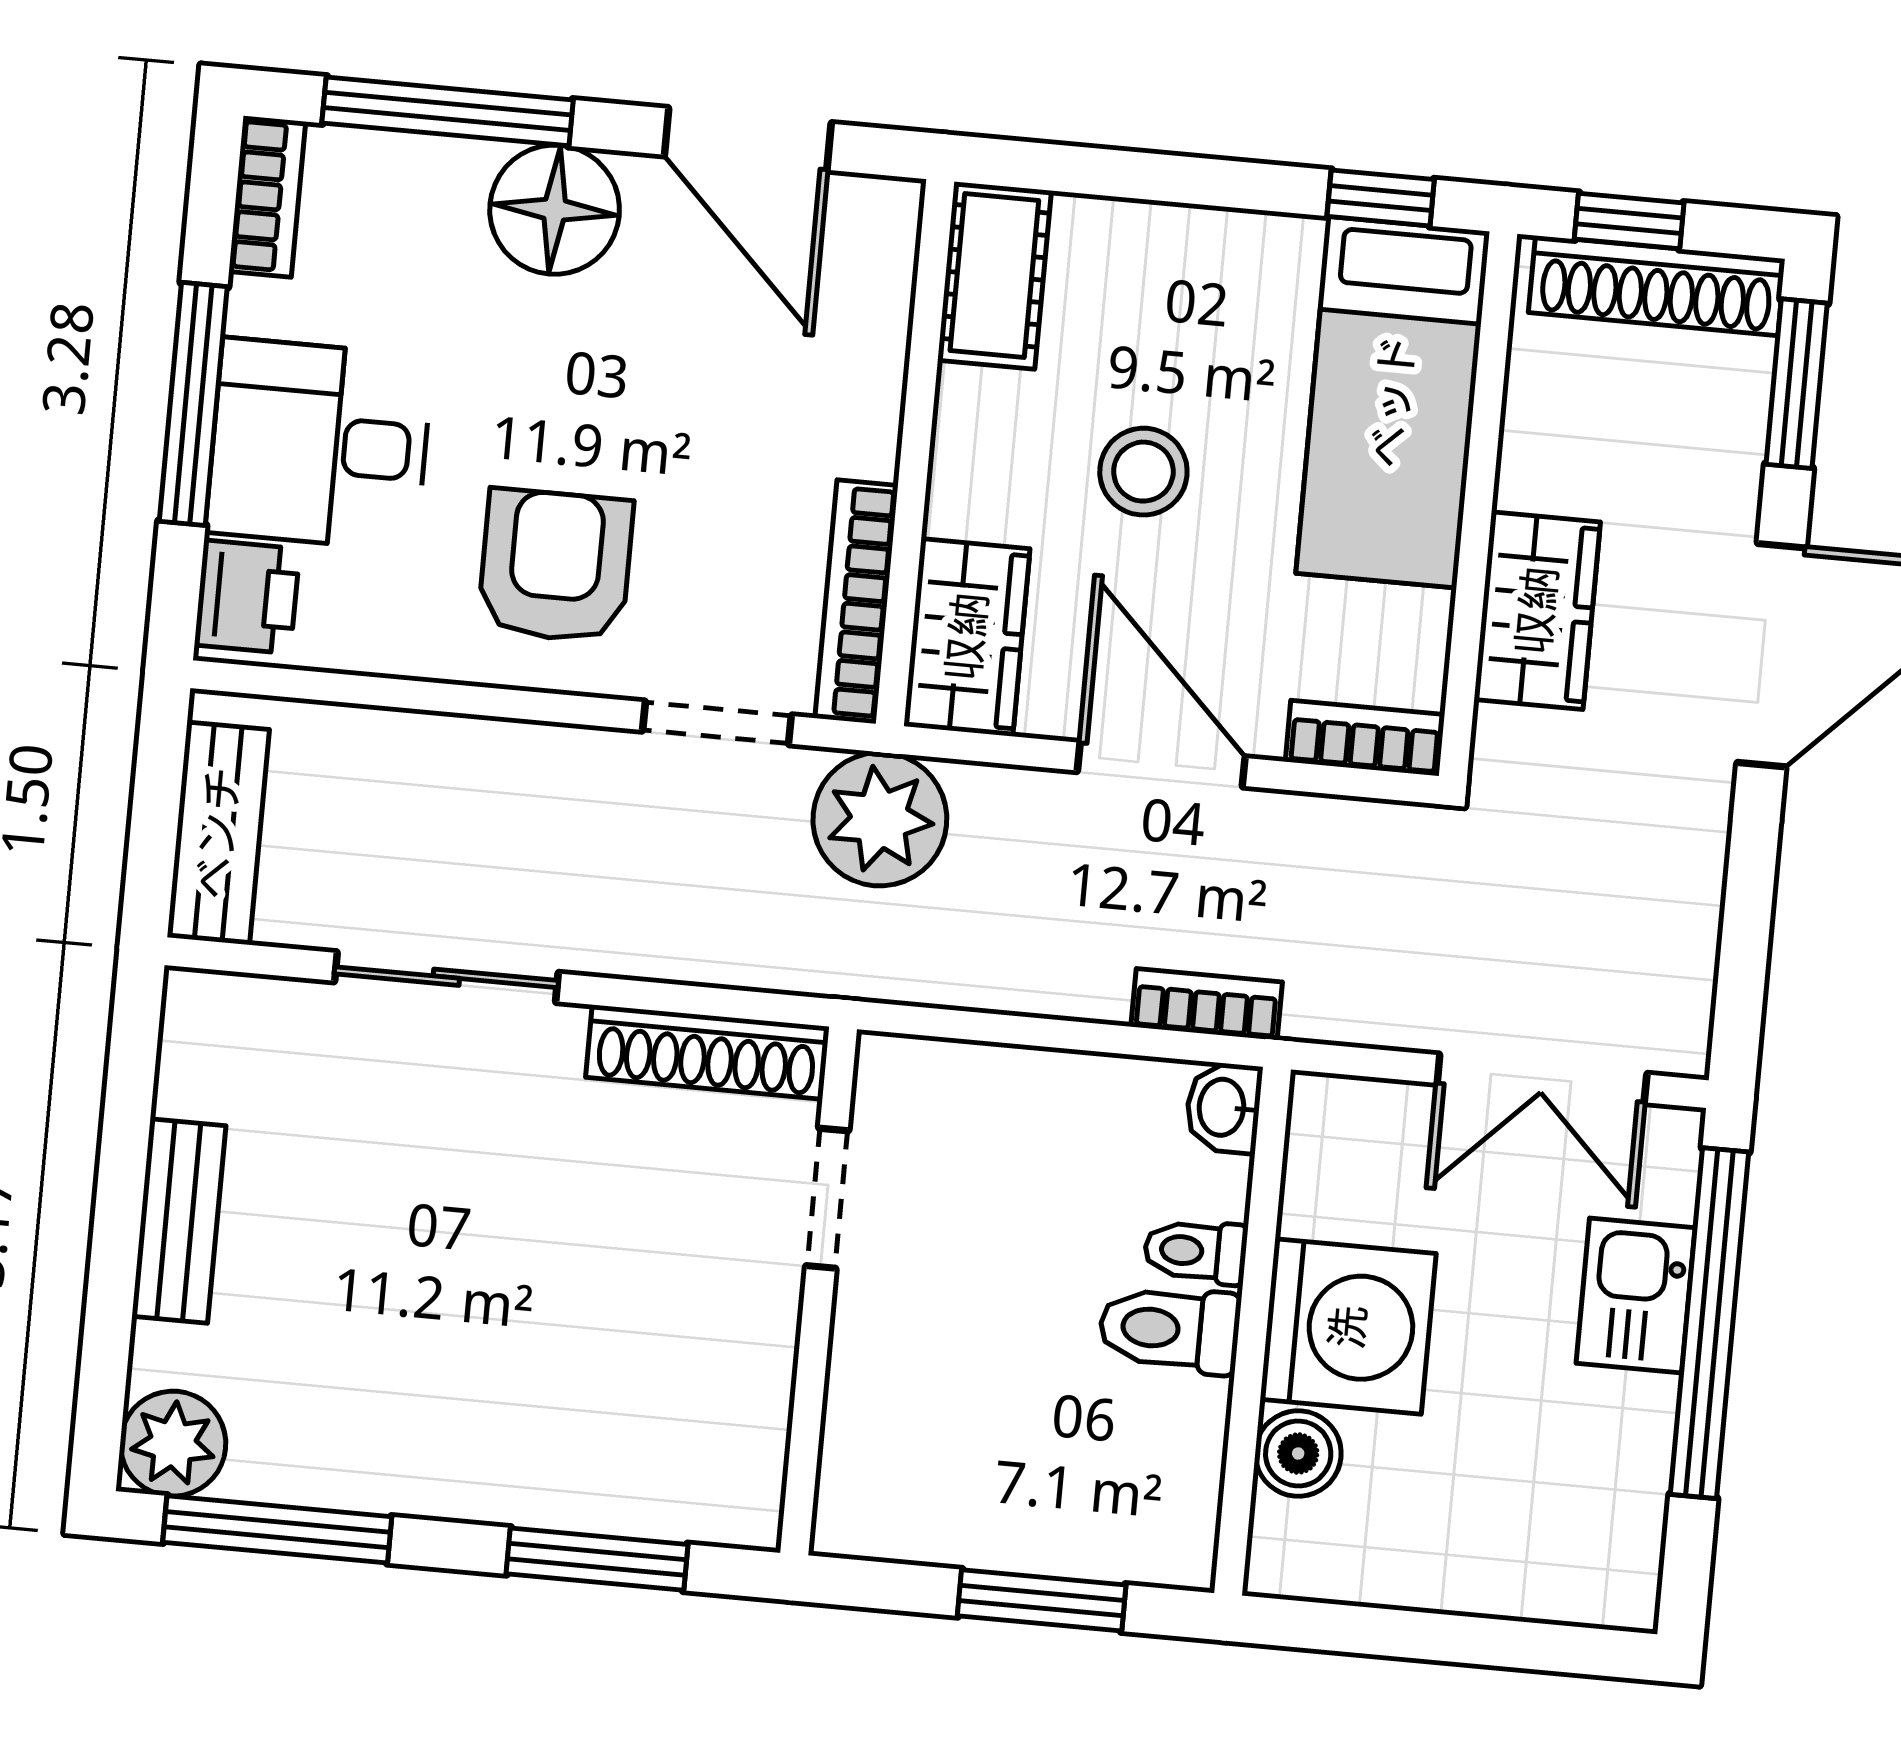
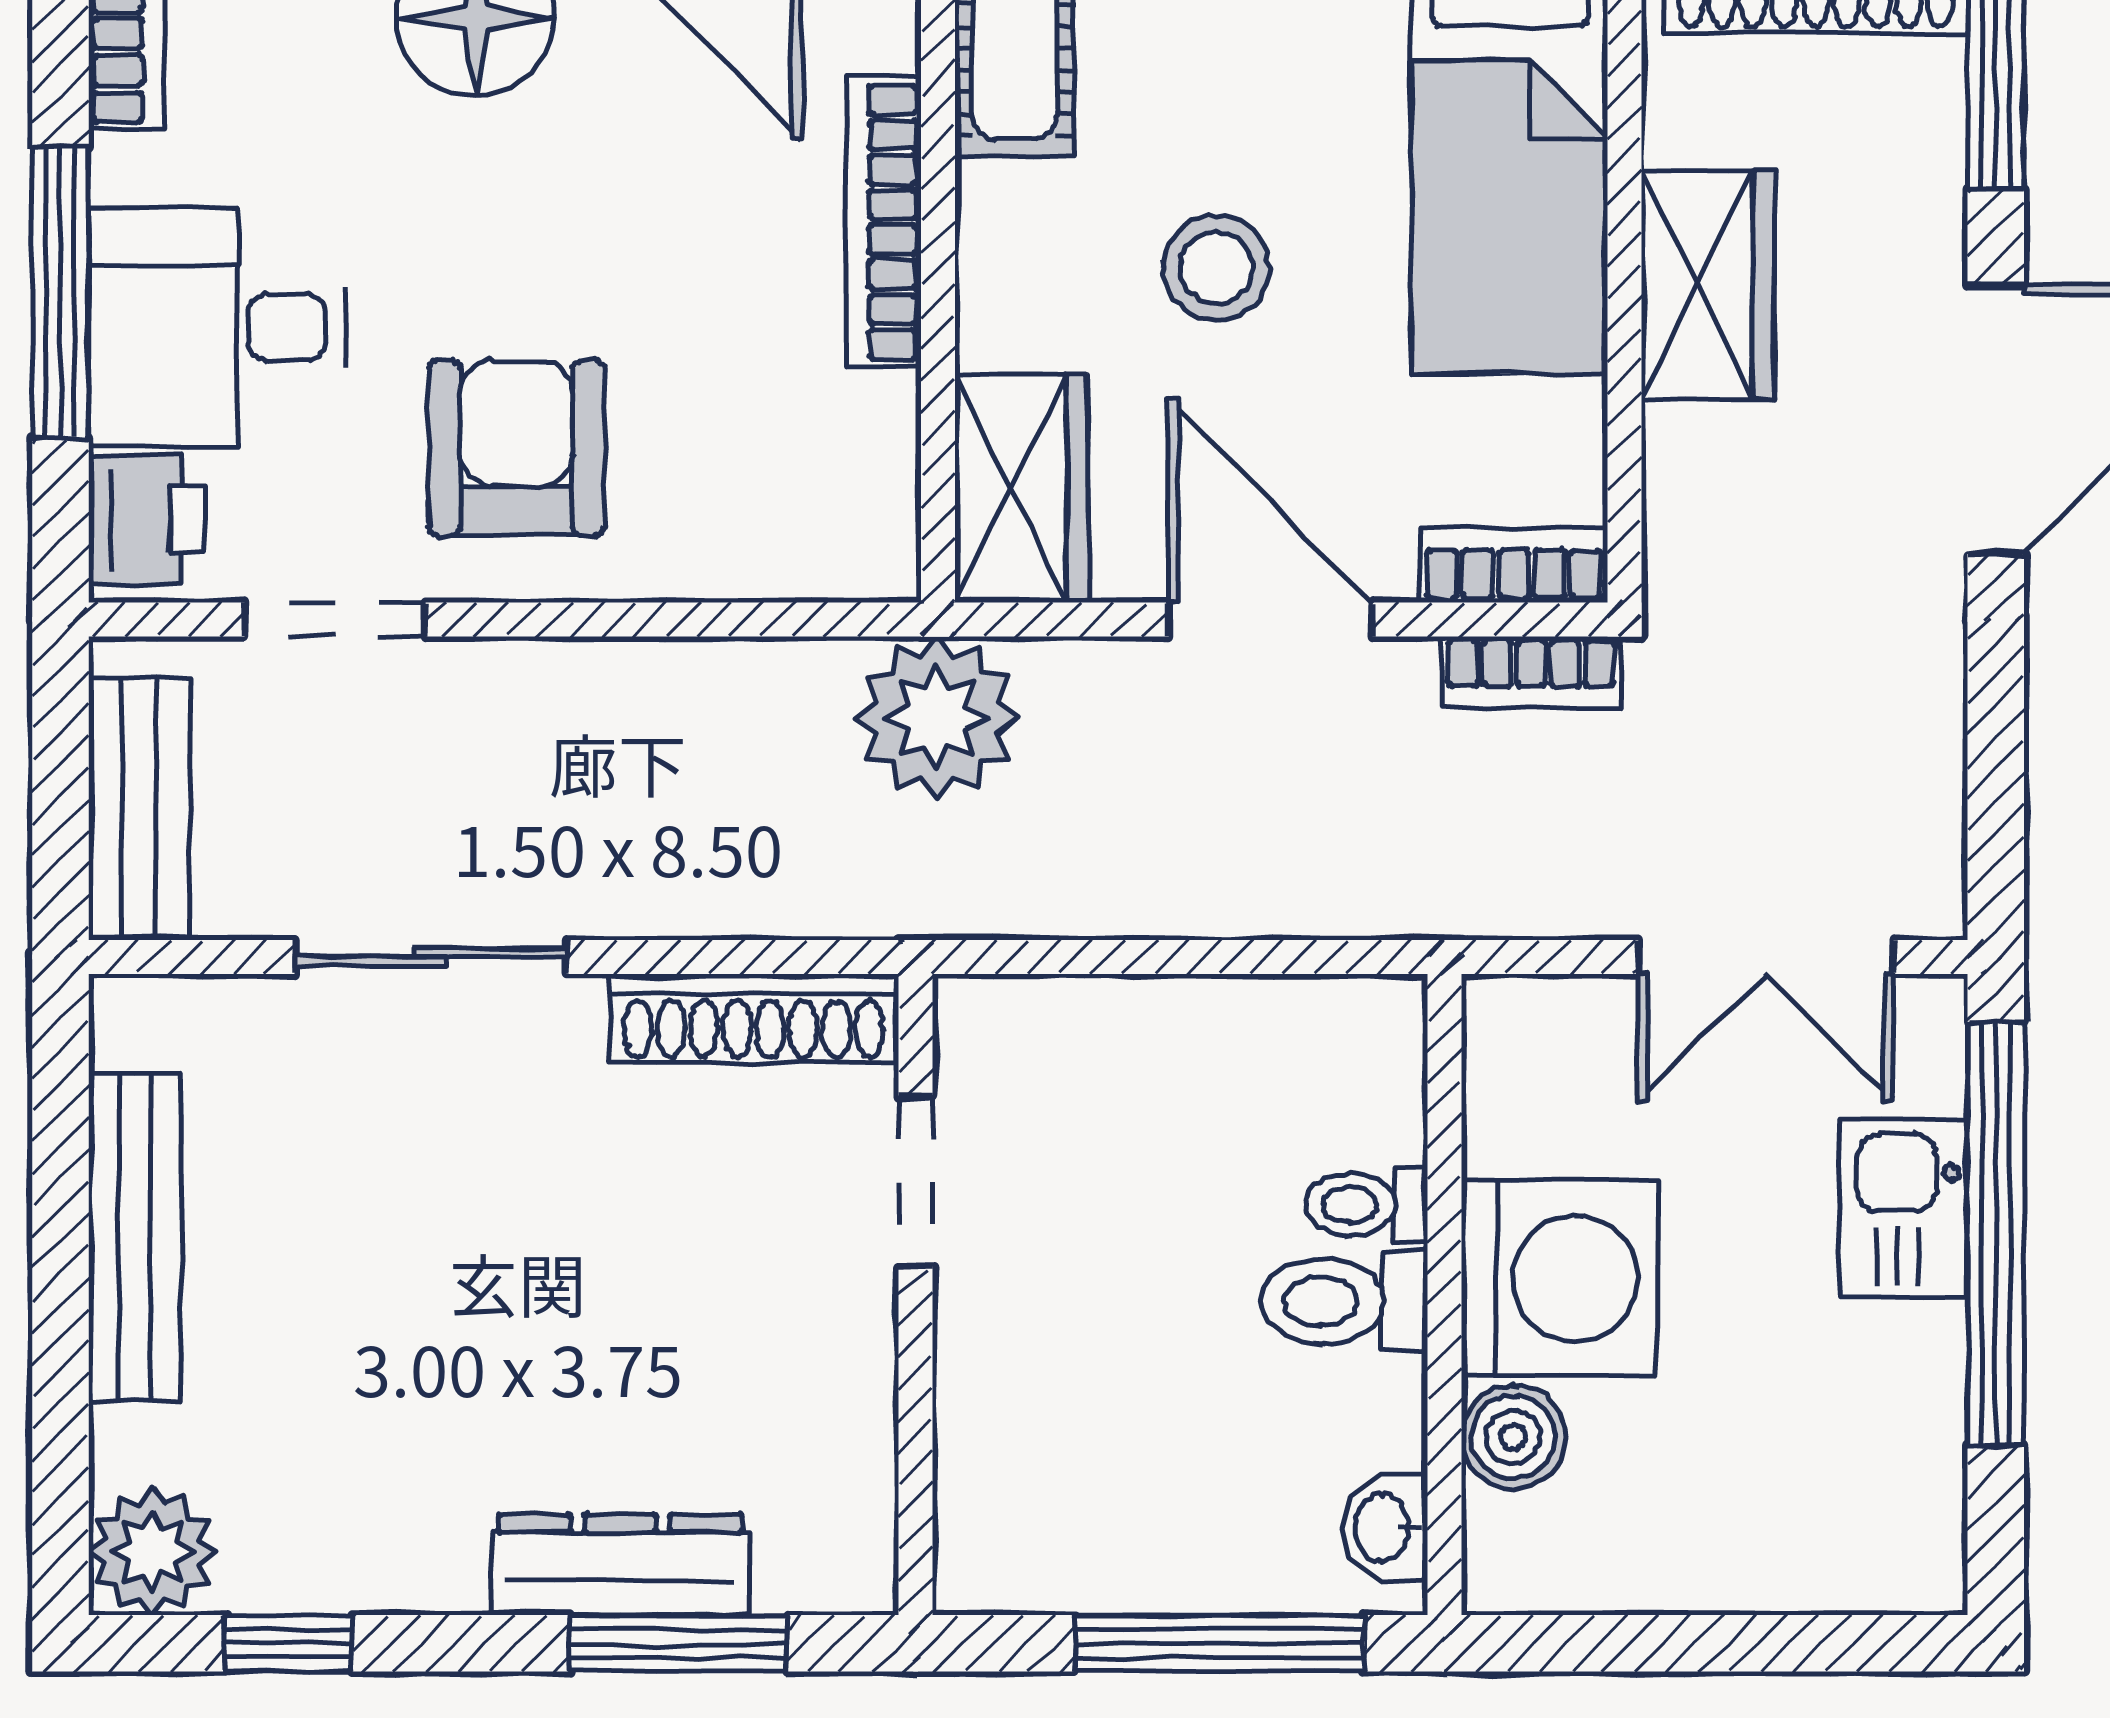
bookcase: (856, 602) -> (884, 222), moved
wardrobe: (1537, 611) -> (1708, 285), moved
doorway: (717, 723) -> (335, 619), moved
bookcase: (1207, 1004) -> (1531, 672), moved, turned 180
washbasin: (1224, 1107) -> (1384, 1527), moved
bench: (179, 1221) -> (135, 1238), width x1.36
dresser: (556, 1490) -> (620, 1565), added
window: (277, 1529) -> (288, 1643), width x0.46
window: (1042, 1600) -> (1220, 1643), width x1.44

